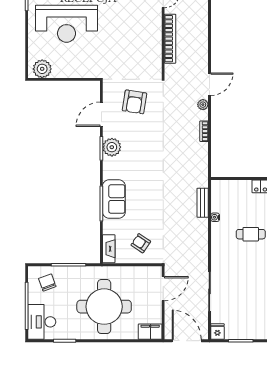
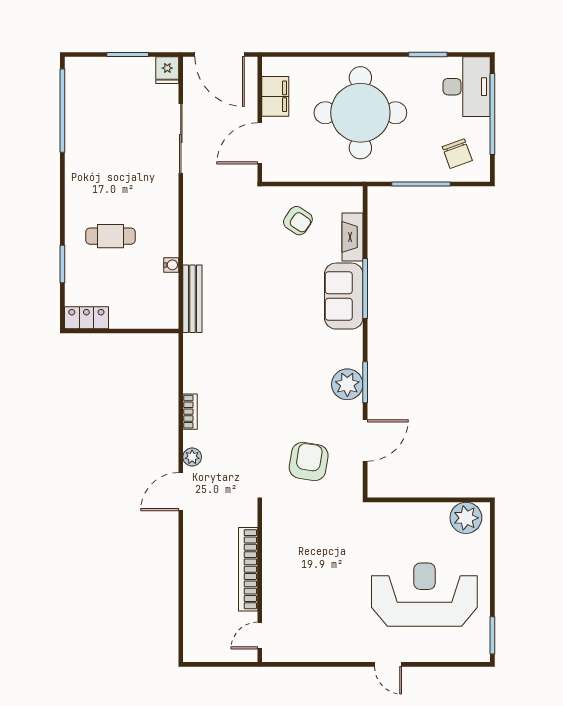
bench: (203, 203) -> (192, 299), width x1.36
fireplace: (109, 249) -> (353, 237), moved
filing cabinet: (150, 332) -> (275, 96), moved, turned -90

